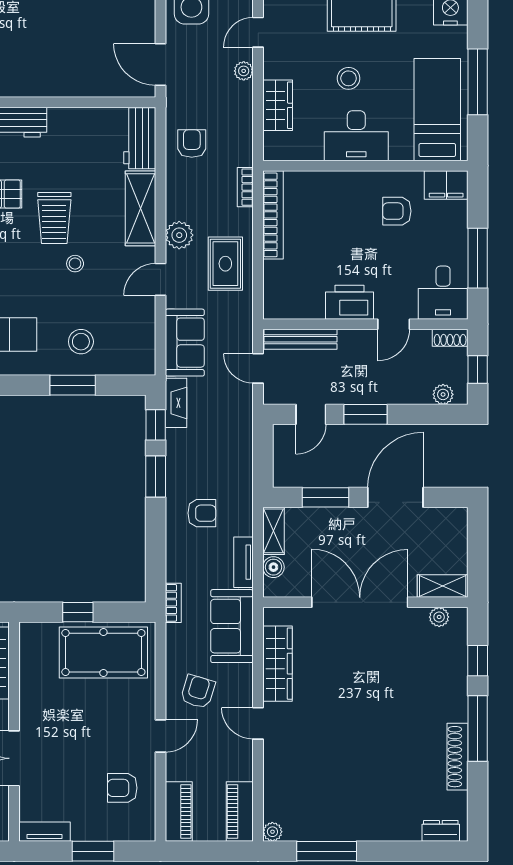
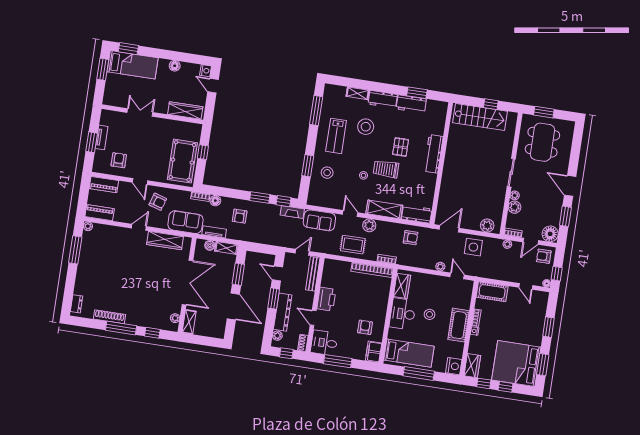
wardrobe: (278, 105) -> (402, 286), moved, turned -90
dresser: (391, 391) -> (283, 312), added
floor lamp: (177, 570) -> (215, 201), added
tv unit: (45, 832) -> (102, 137), moved

